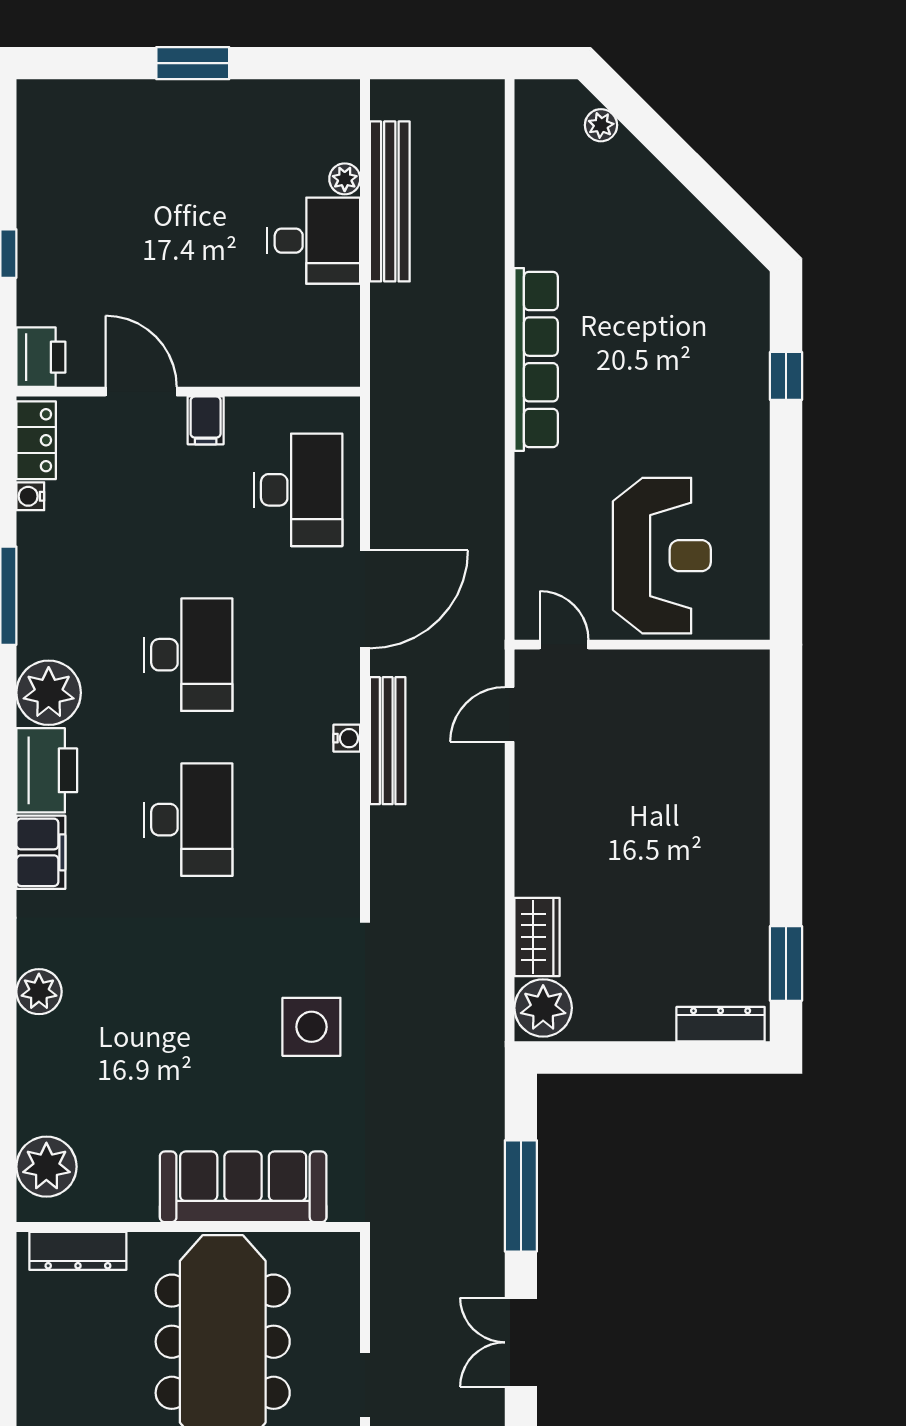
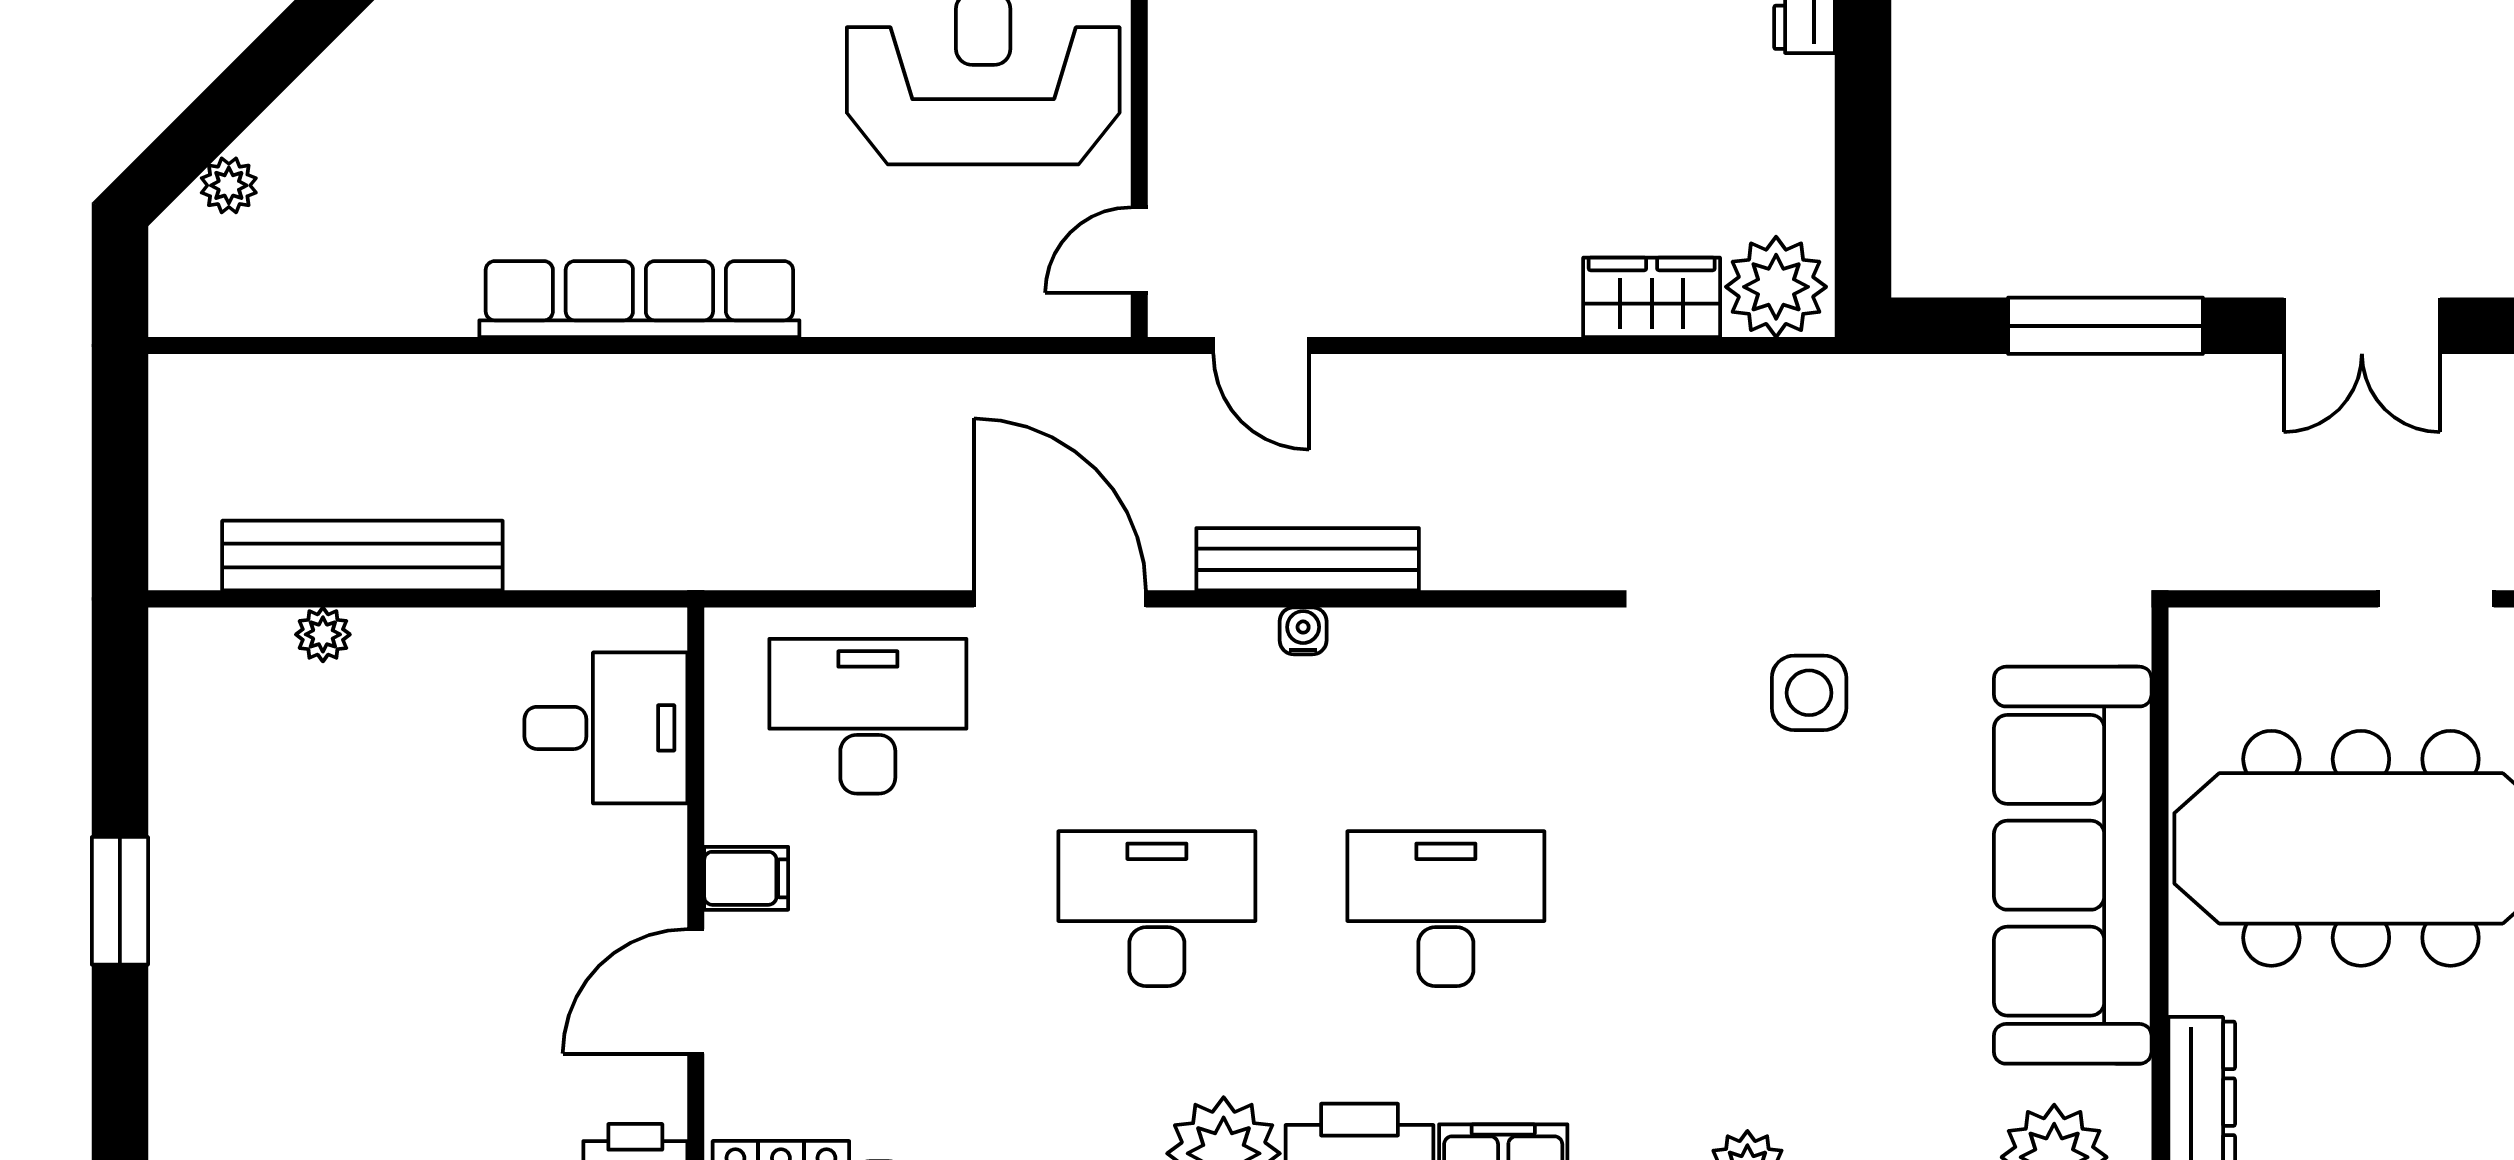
desk: (314, 241) -> (606, 728), moved, turned 90
side table: (311, 1027) -> (1809, 693), width x0.73, depth x0.73
sofa: (243, 1187) -> (2073, 865), width x1.36, depth x1.27

